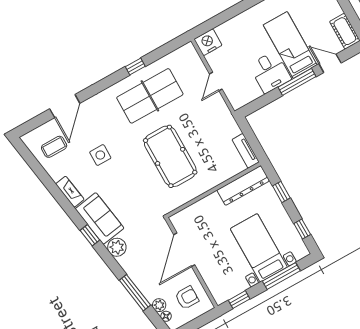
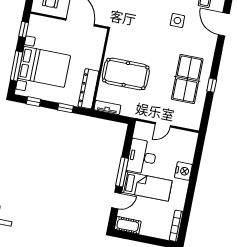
nightstand: (208, 42) -> (183, 171), moved
desk: (270, 72) -> (142, 157), width x1.37
door: (216, 82) -> (163, 125), swing flipped
pool table: (170, 156) -> (126, 74), moved
bed with nightstands: (259, 248) -> (44, 67), width x1.36

